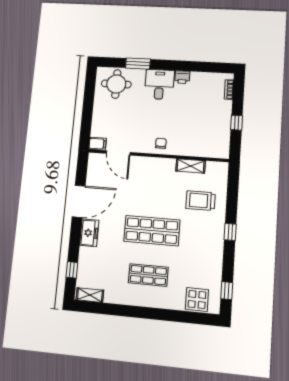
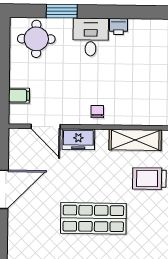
filing cabinet: (98, 144) -> (19, 96), moved
shelving: (191, 166) -> (135, 140), width x1.50, depth x1.33
freezer: (89, 233) -> (78, 139), moved, turned 90

